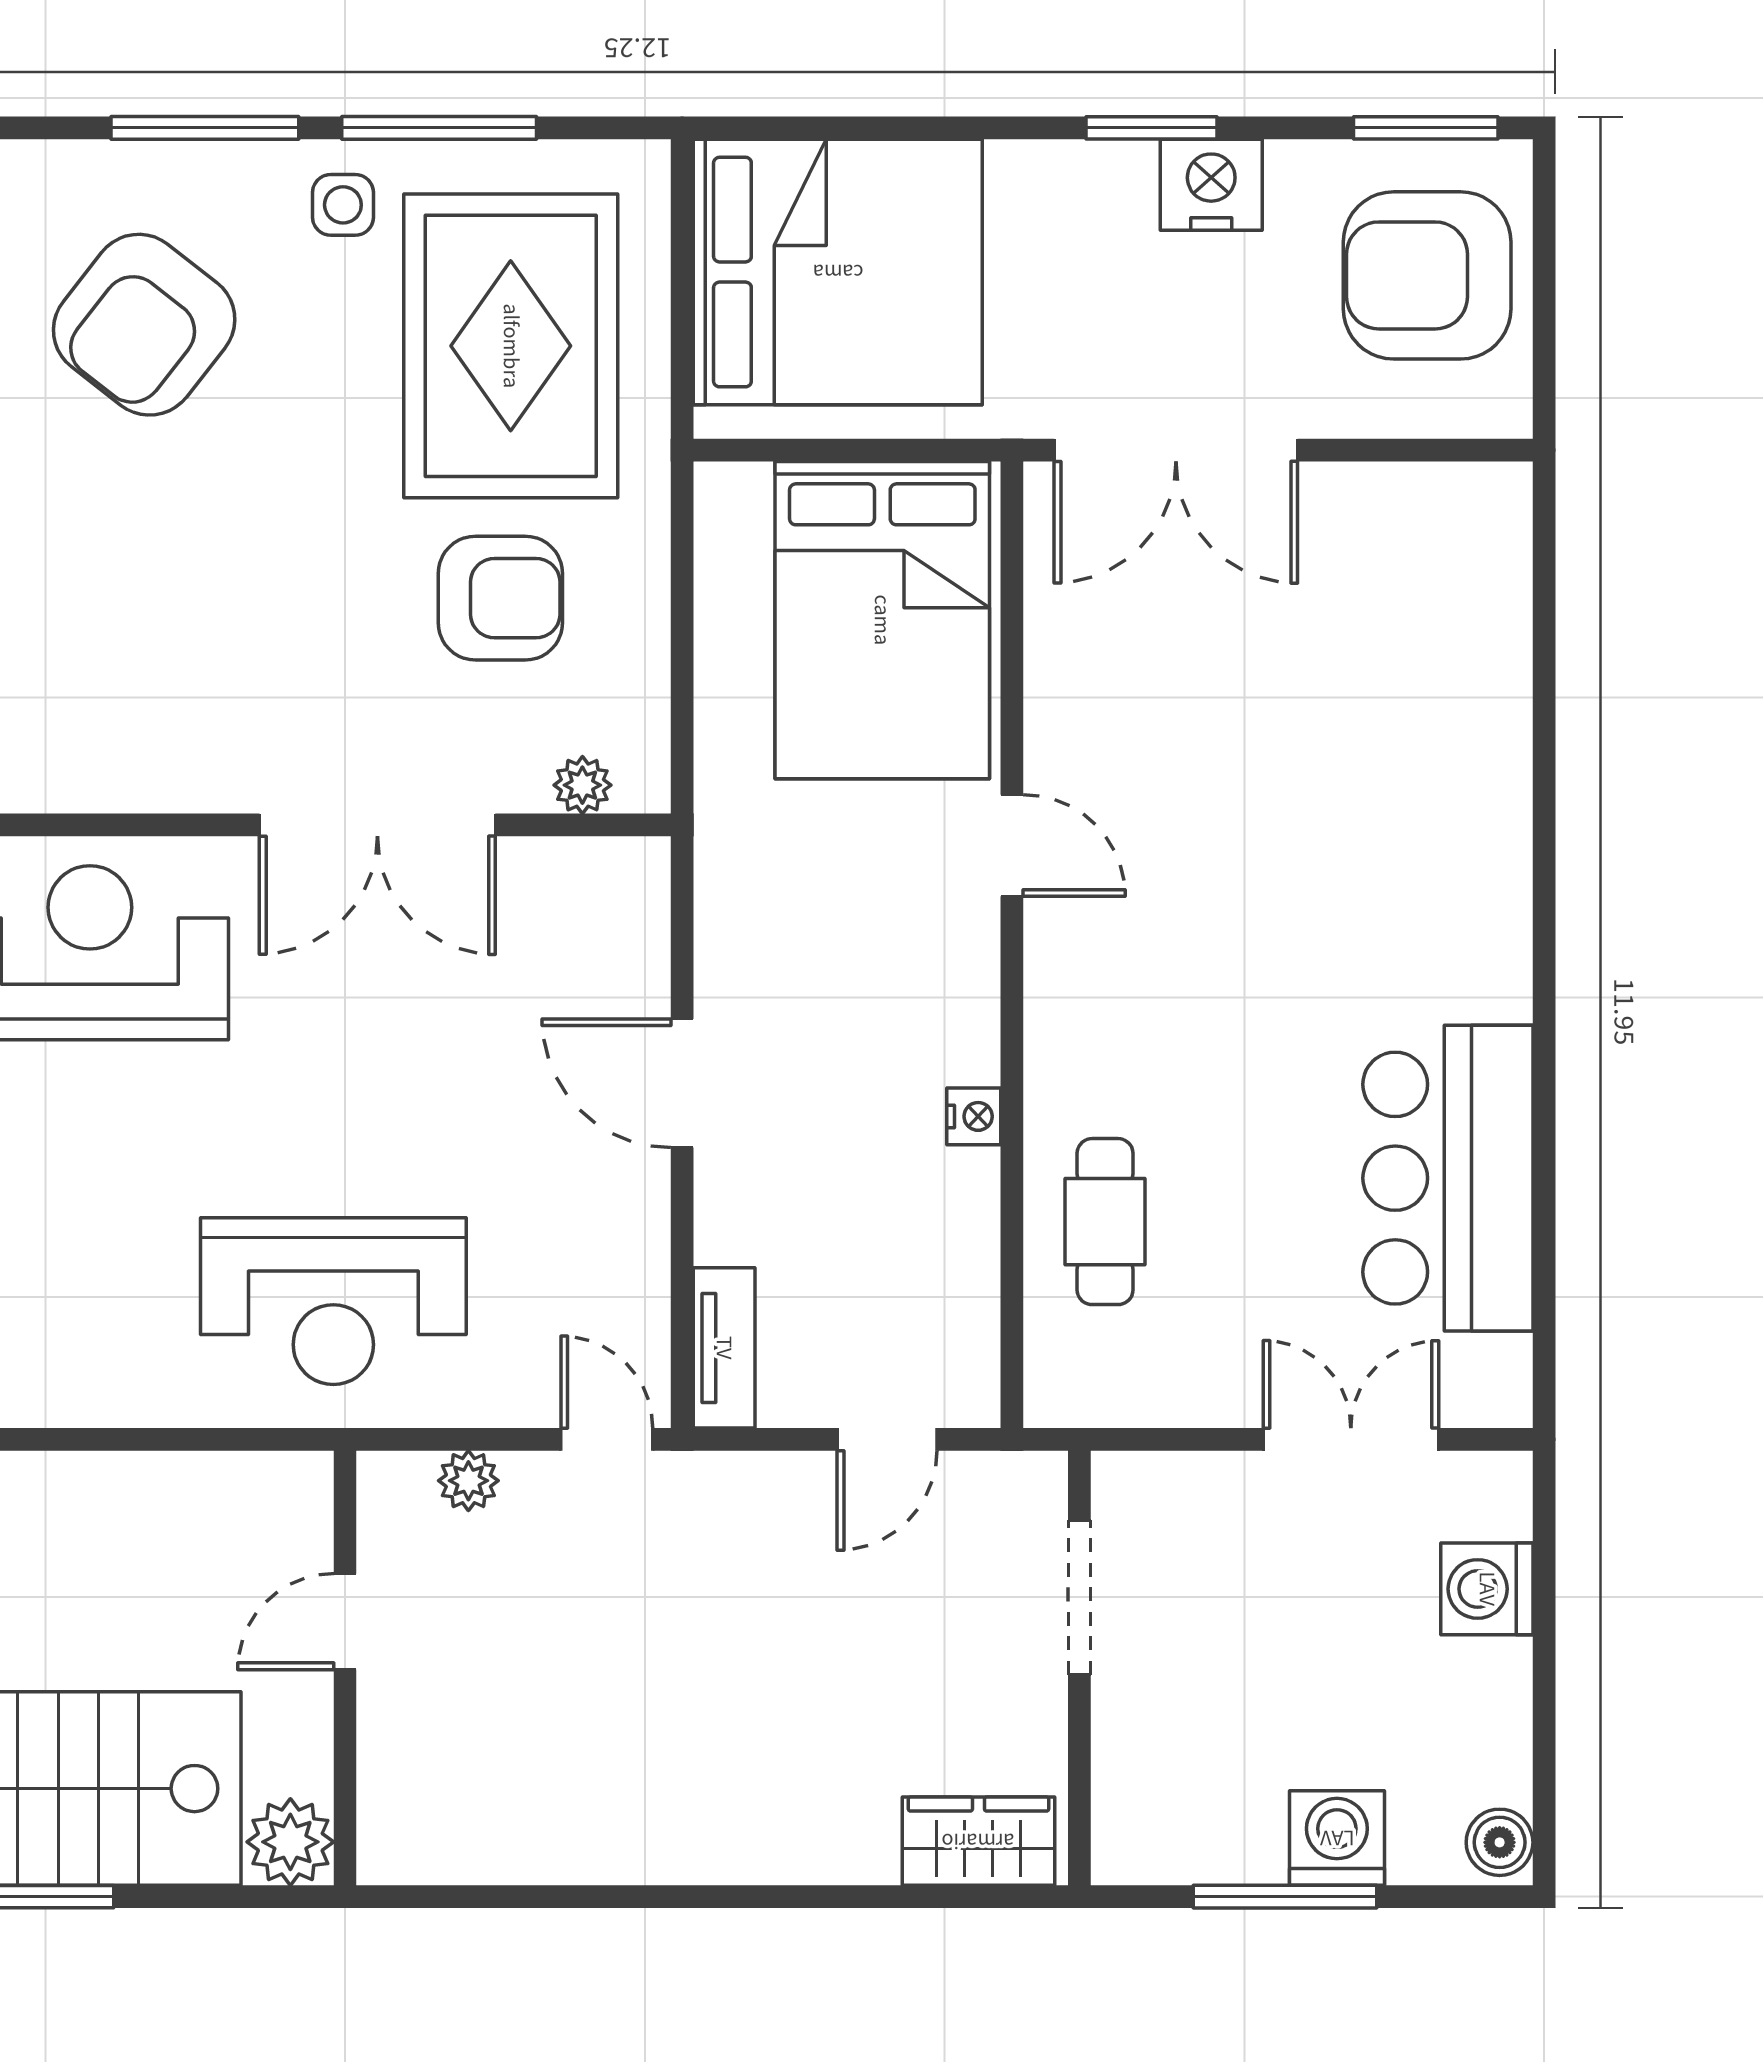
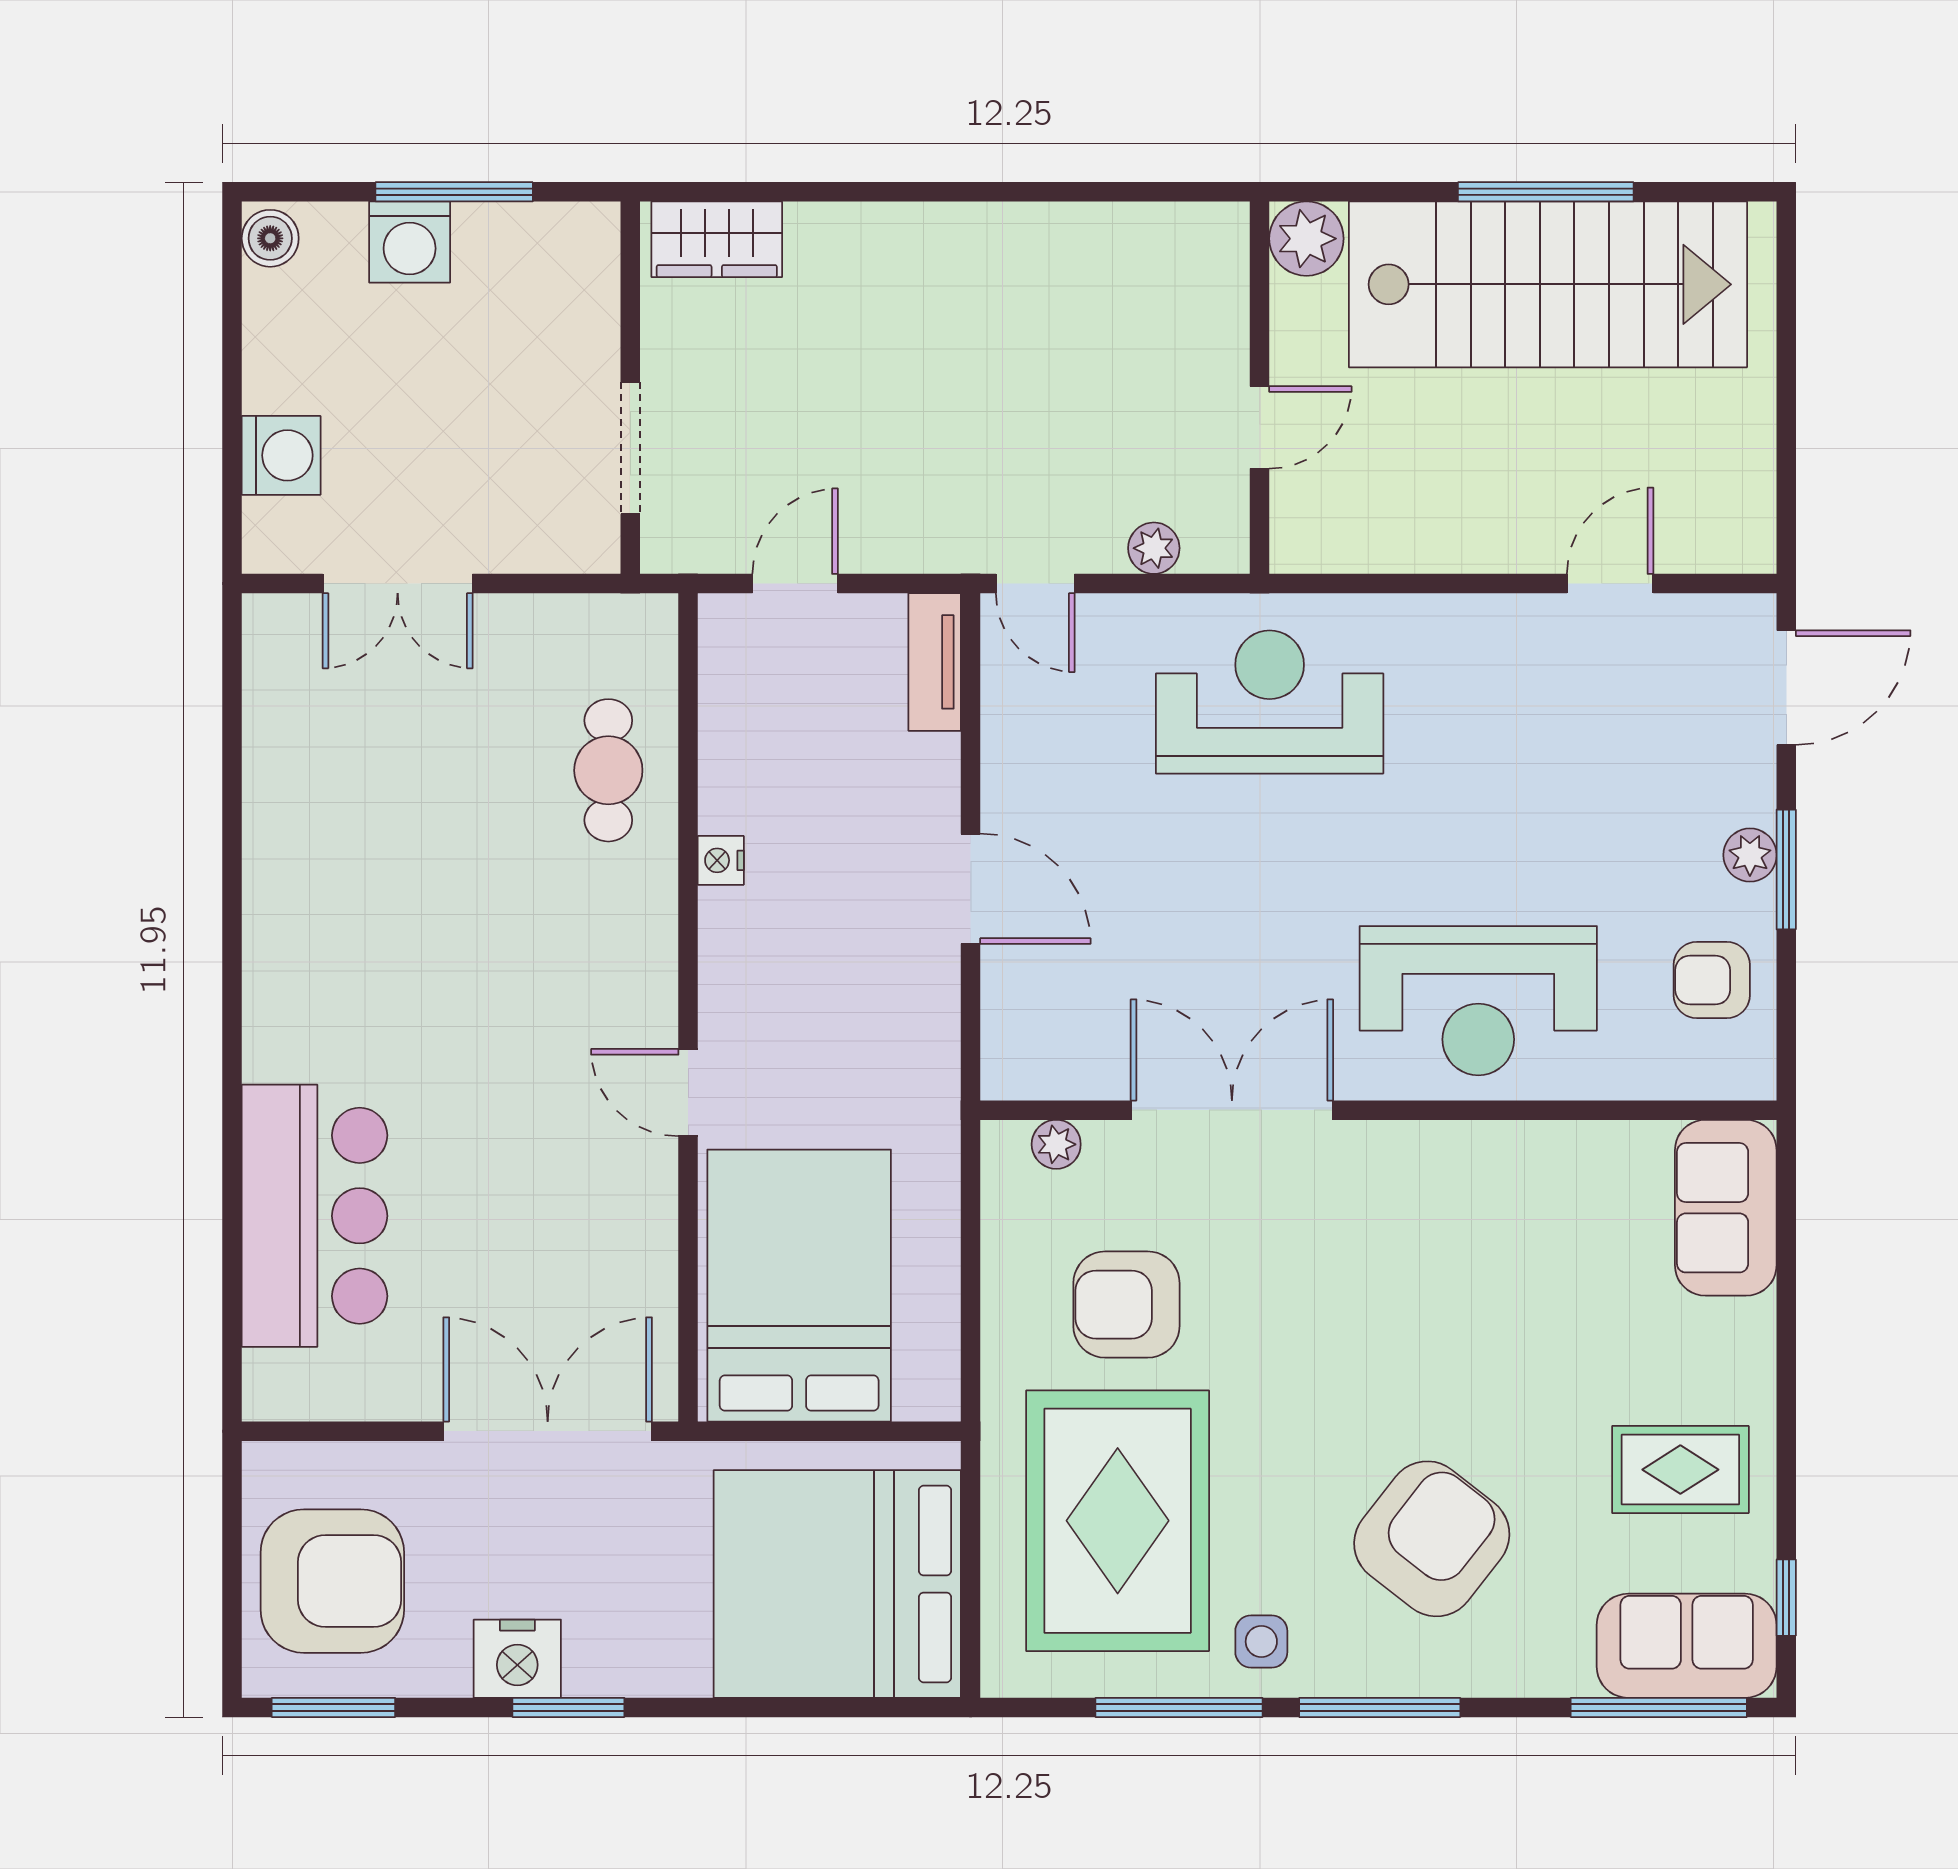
bar counter: (1448, 1178) -> (314, 1216), moved

